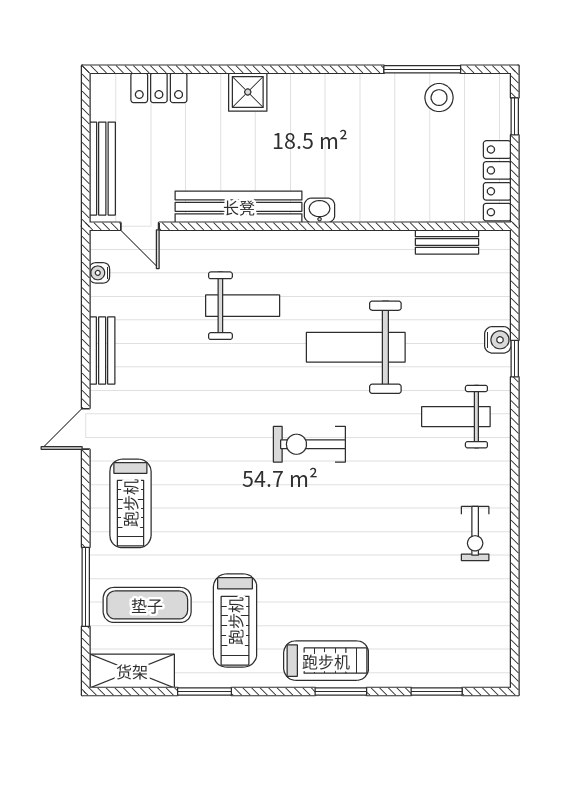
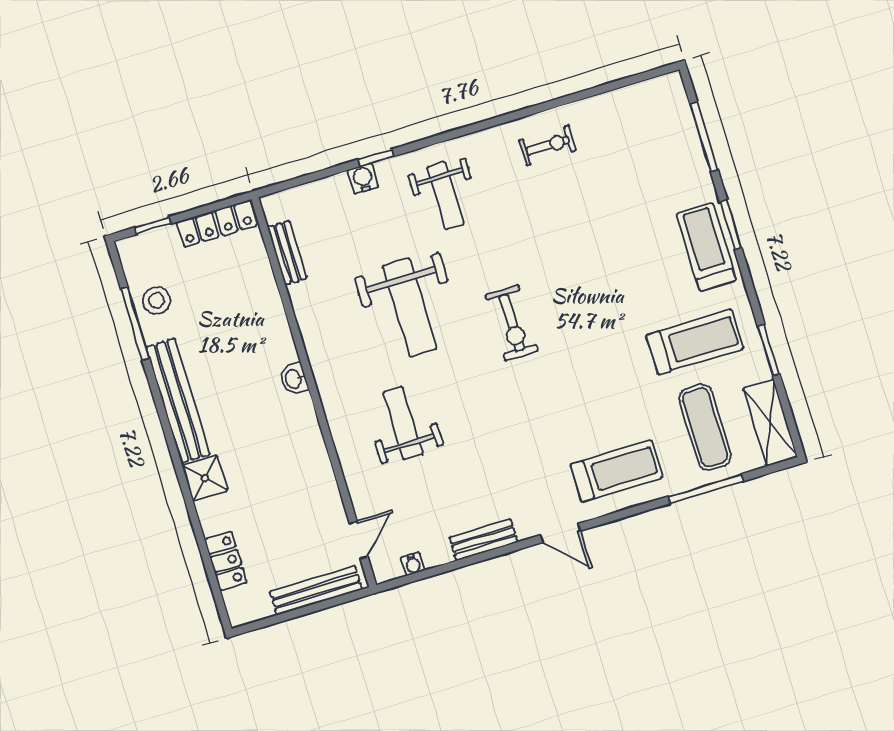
bench: (239, 207) -> (178, 401), moved
window: (437, 692) -> (704, 137), width x1.44

